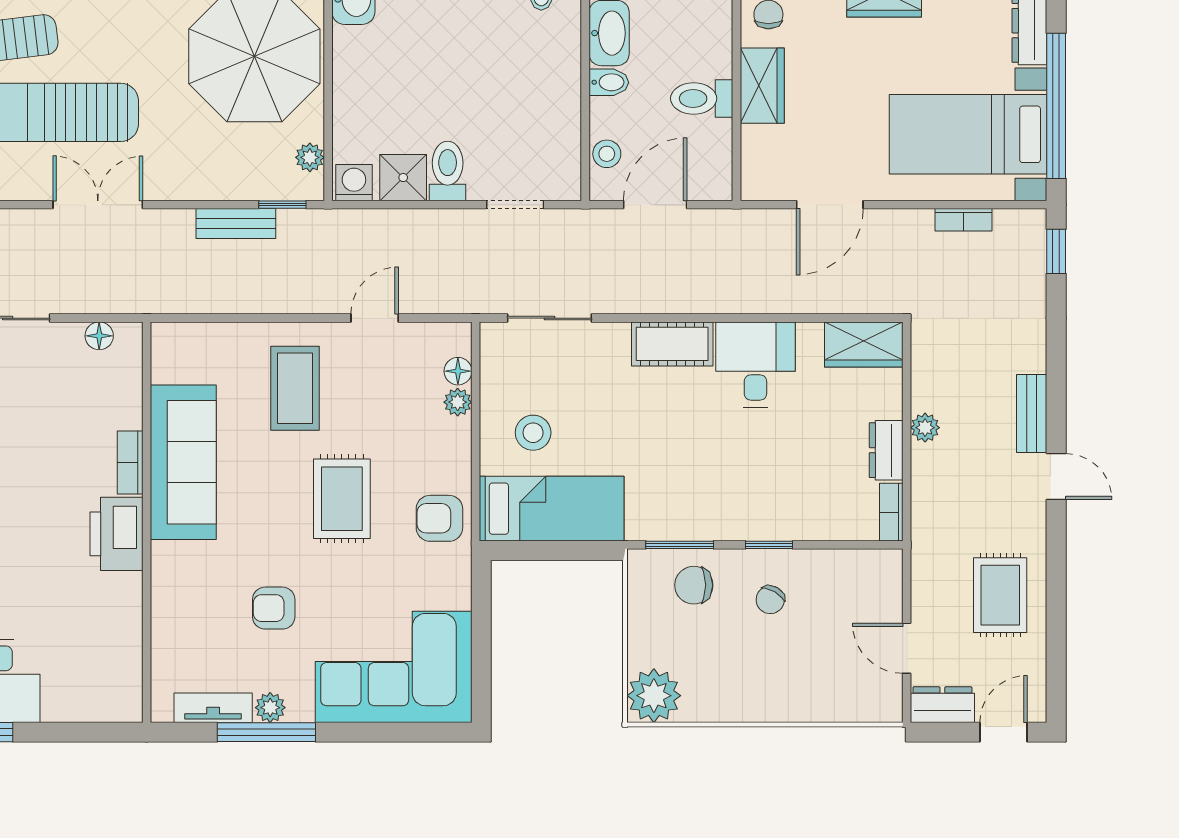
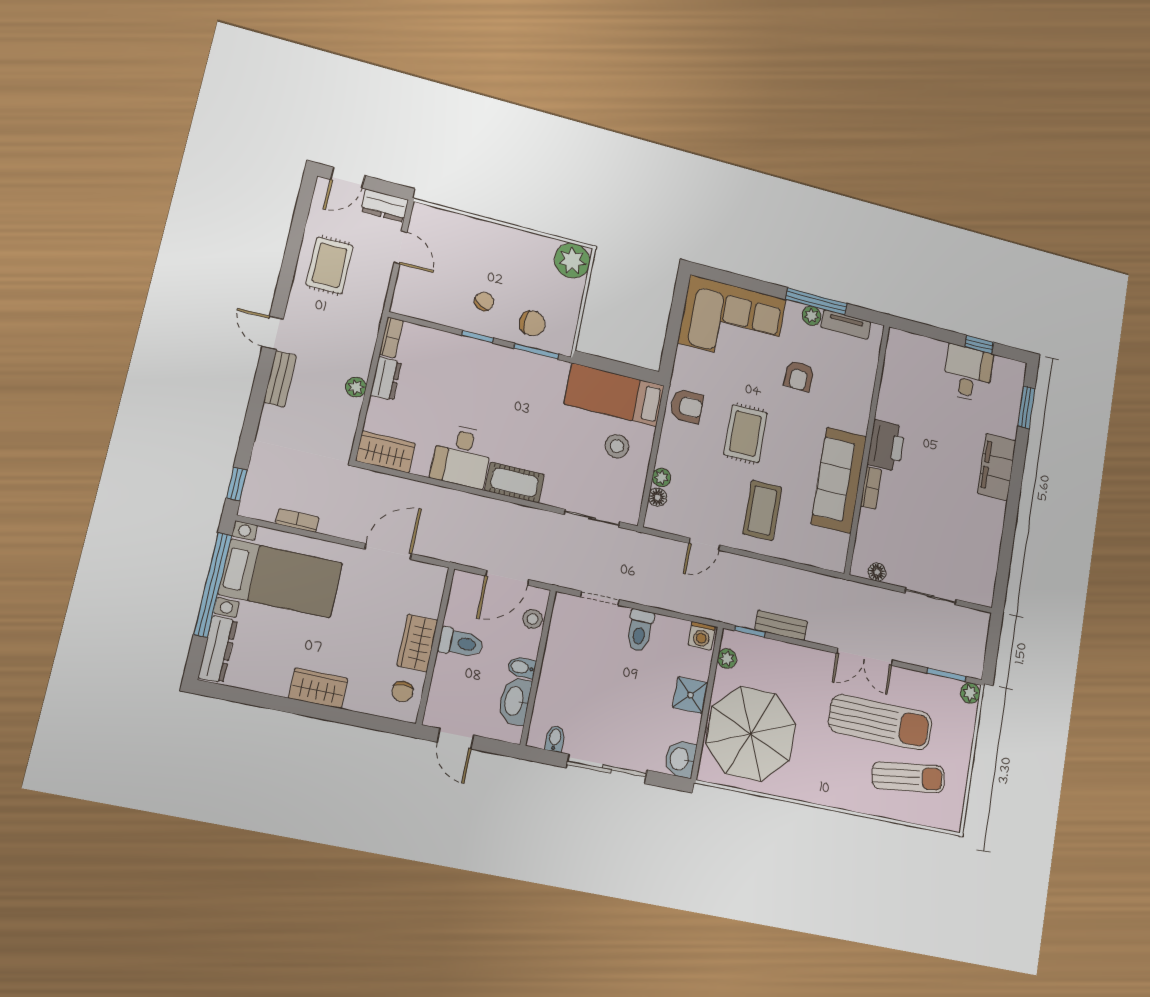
shower: (403, 178) -> (690, 695), moved
armchair: (274, 608) -> (799, 376), turned 93

